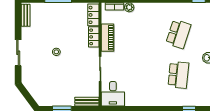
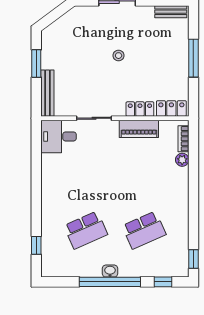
school desk: (178, 34) -> (144, 230), turned -42
school desk: (178, 75) -> (86, 230), turned -30
bench: (87, 102) -> (47, 93), width x1.36

